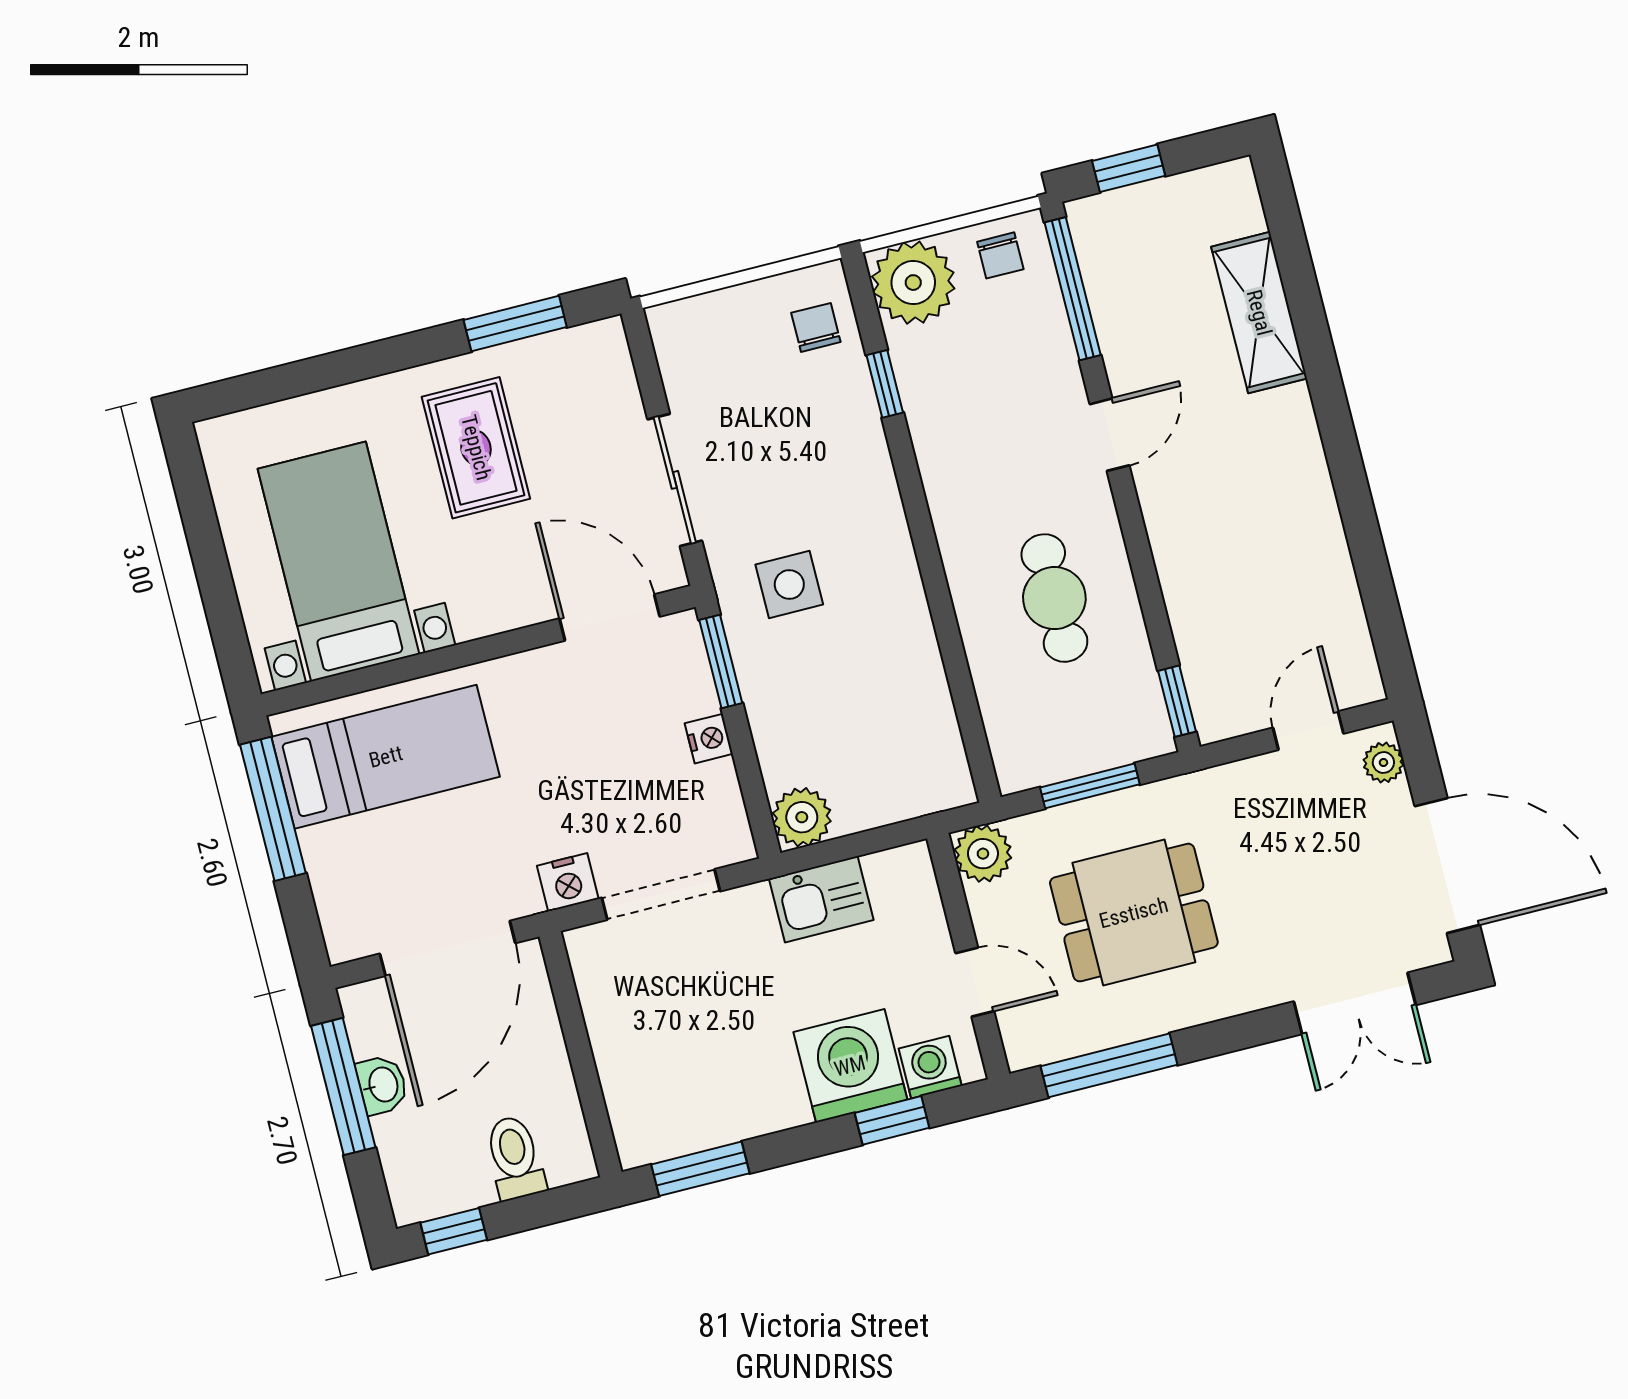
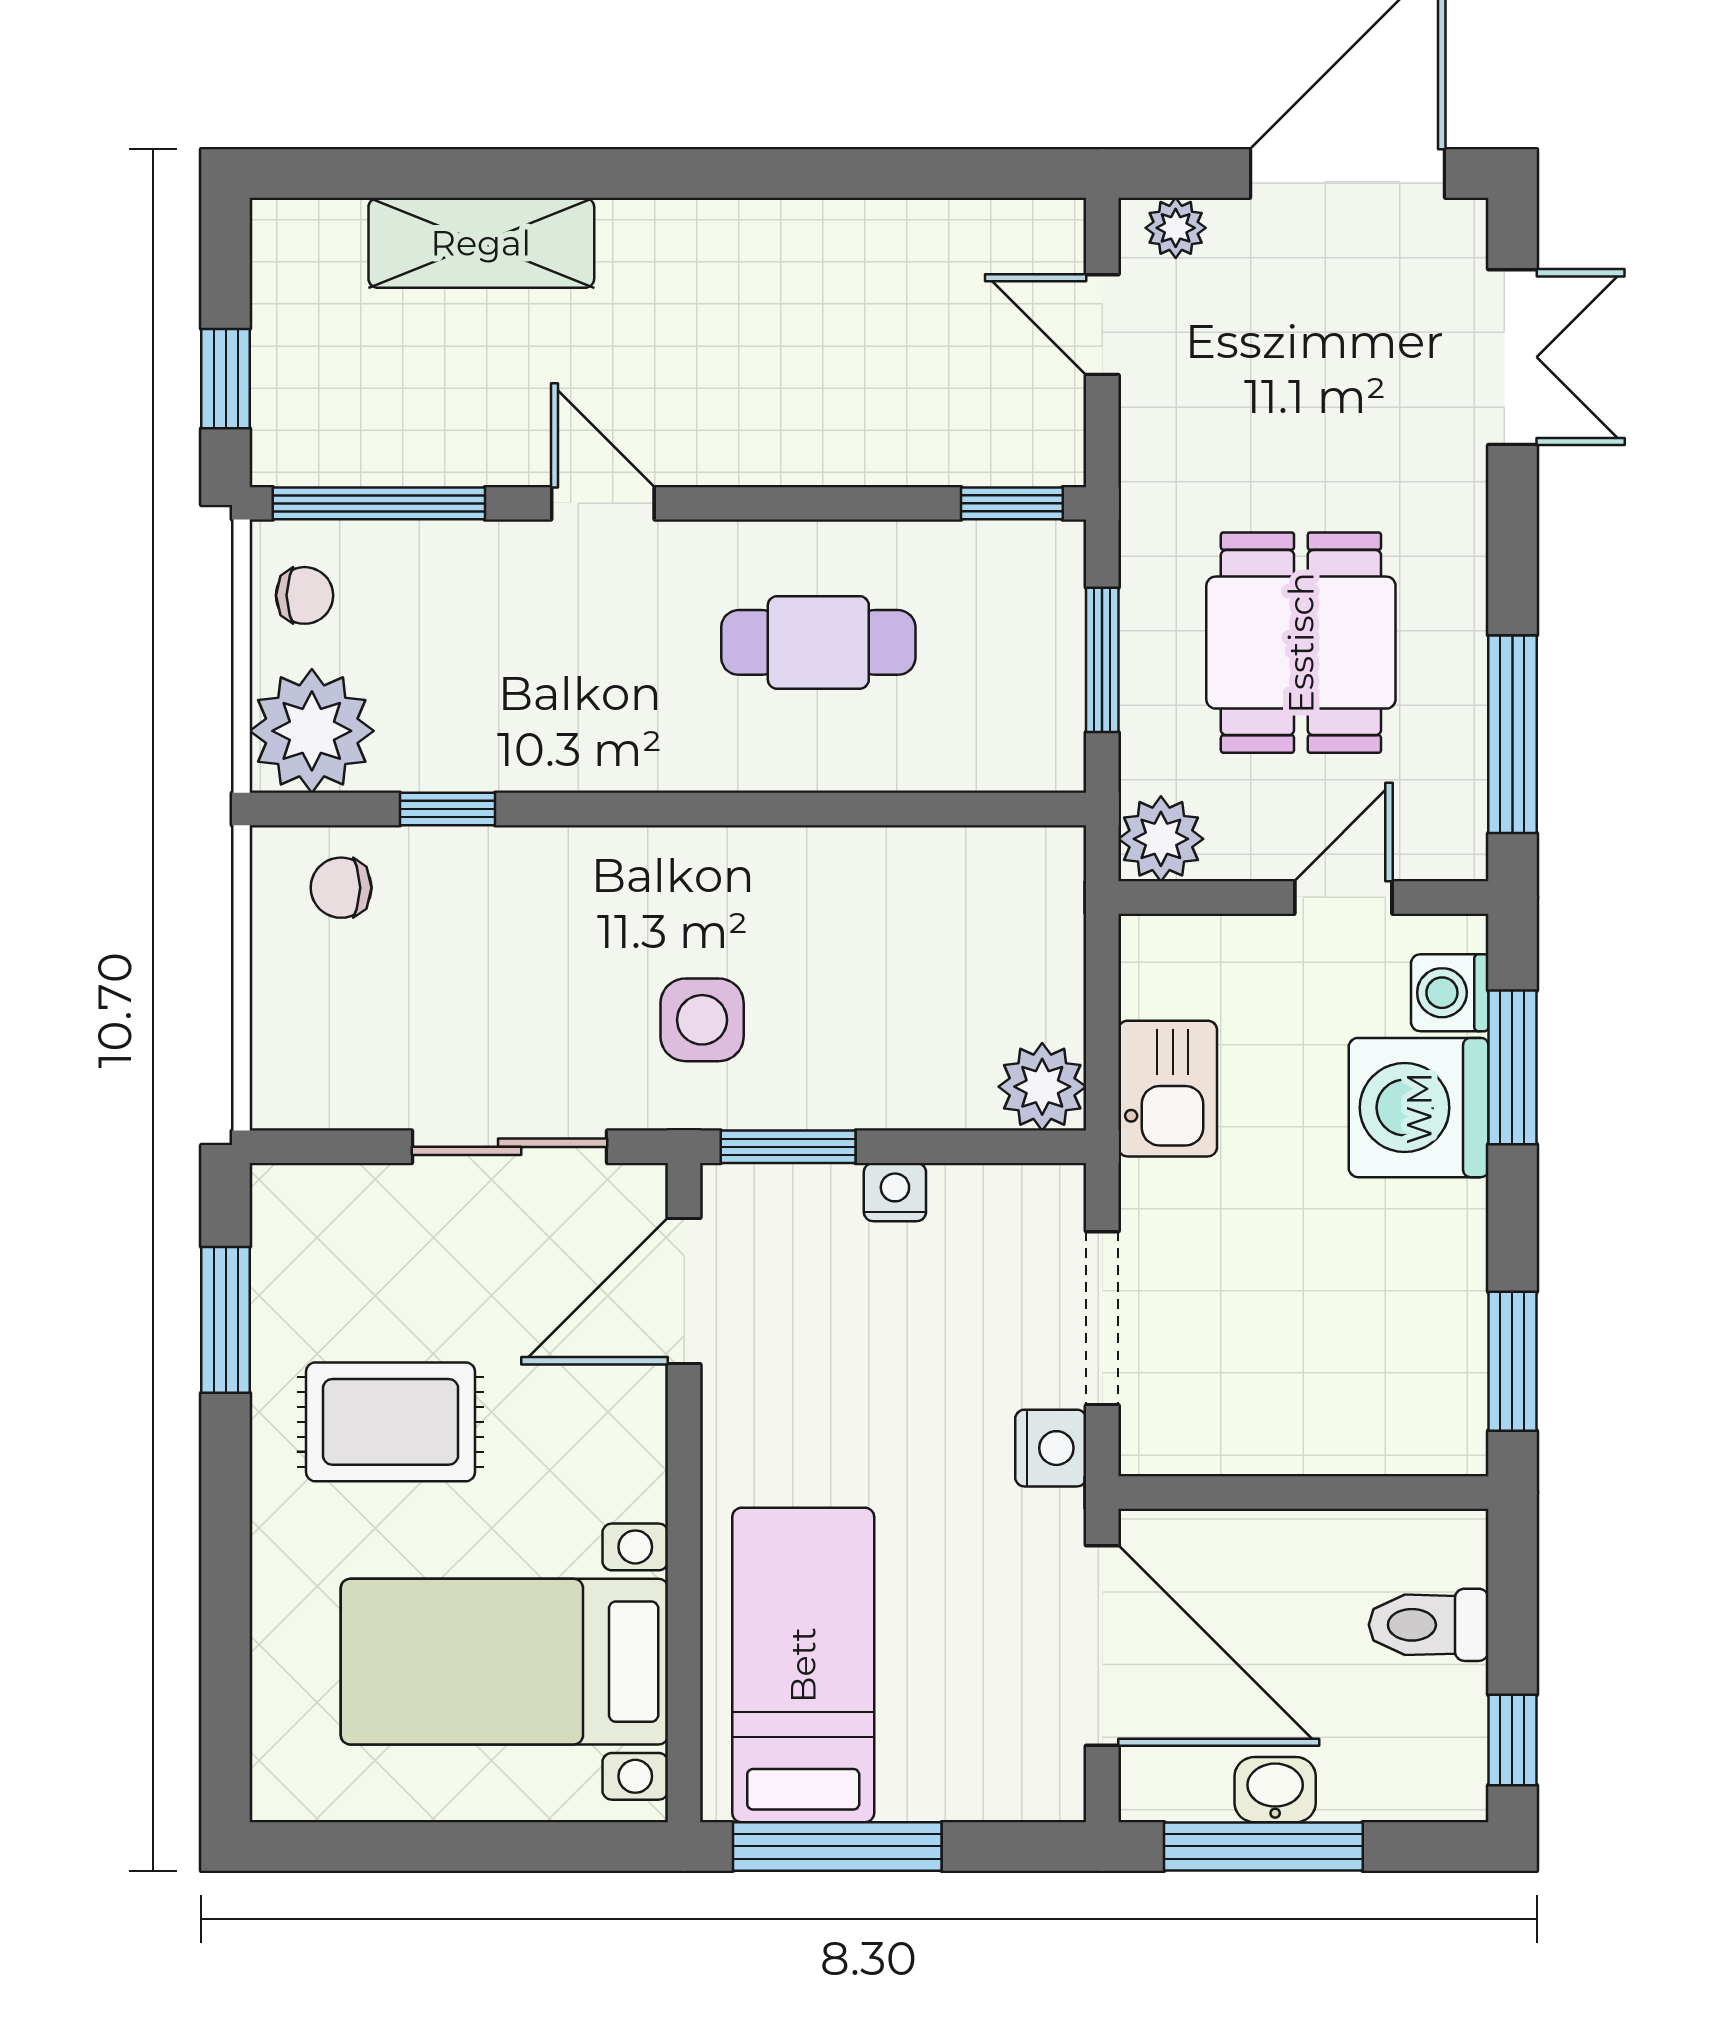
window: (892, 1120) -> (1512, 1067), width x1.50

